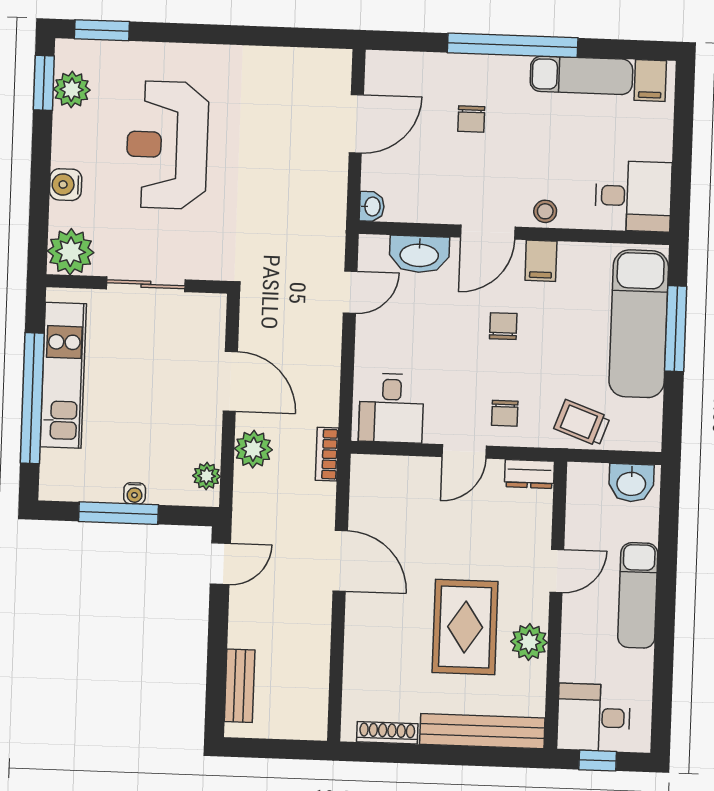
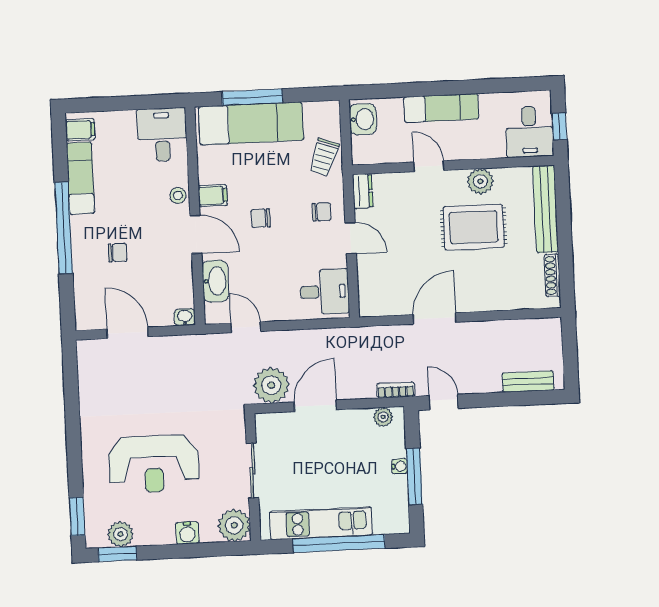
plant: (253, 449) -> (271, 385), moved, width x1.36, depth x1.36
bookcase: (327, 454) -> (396, 390), moved, turned 180

